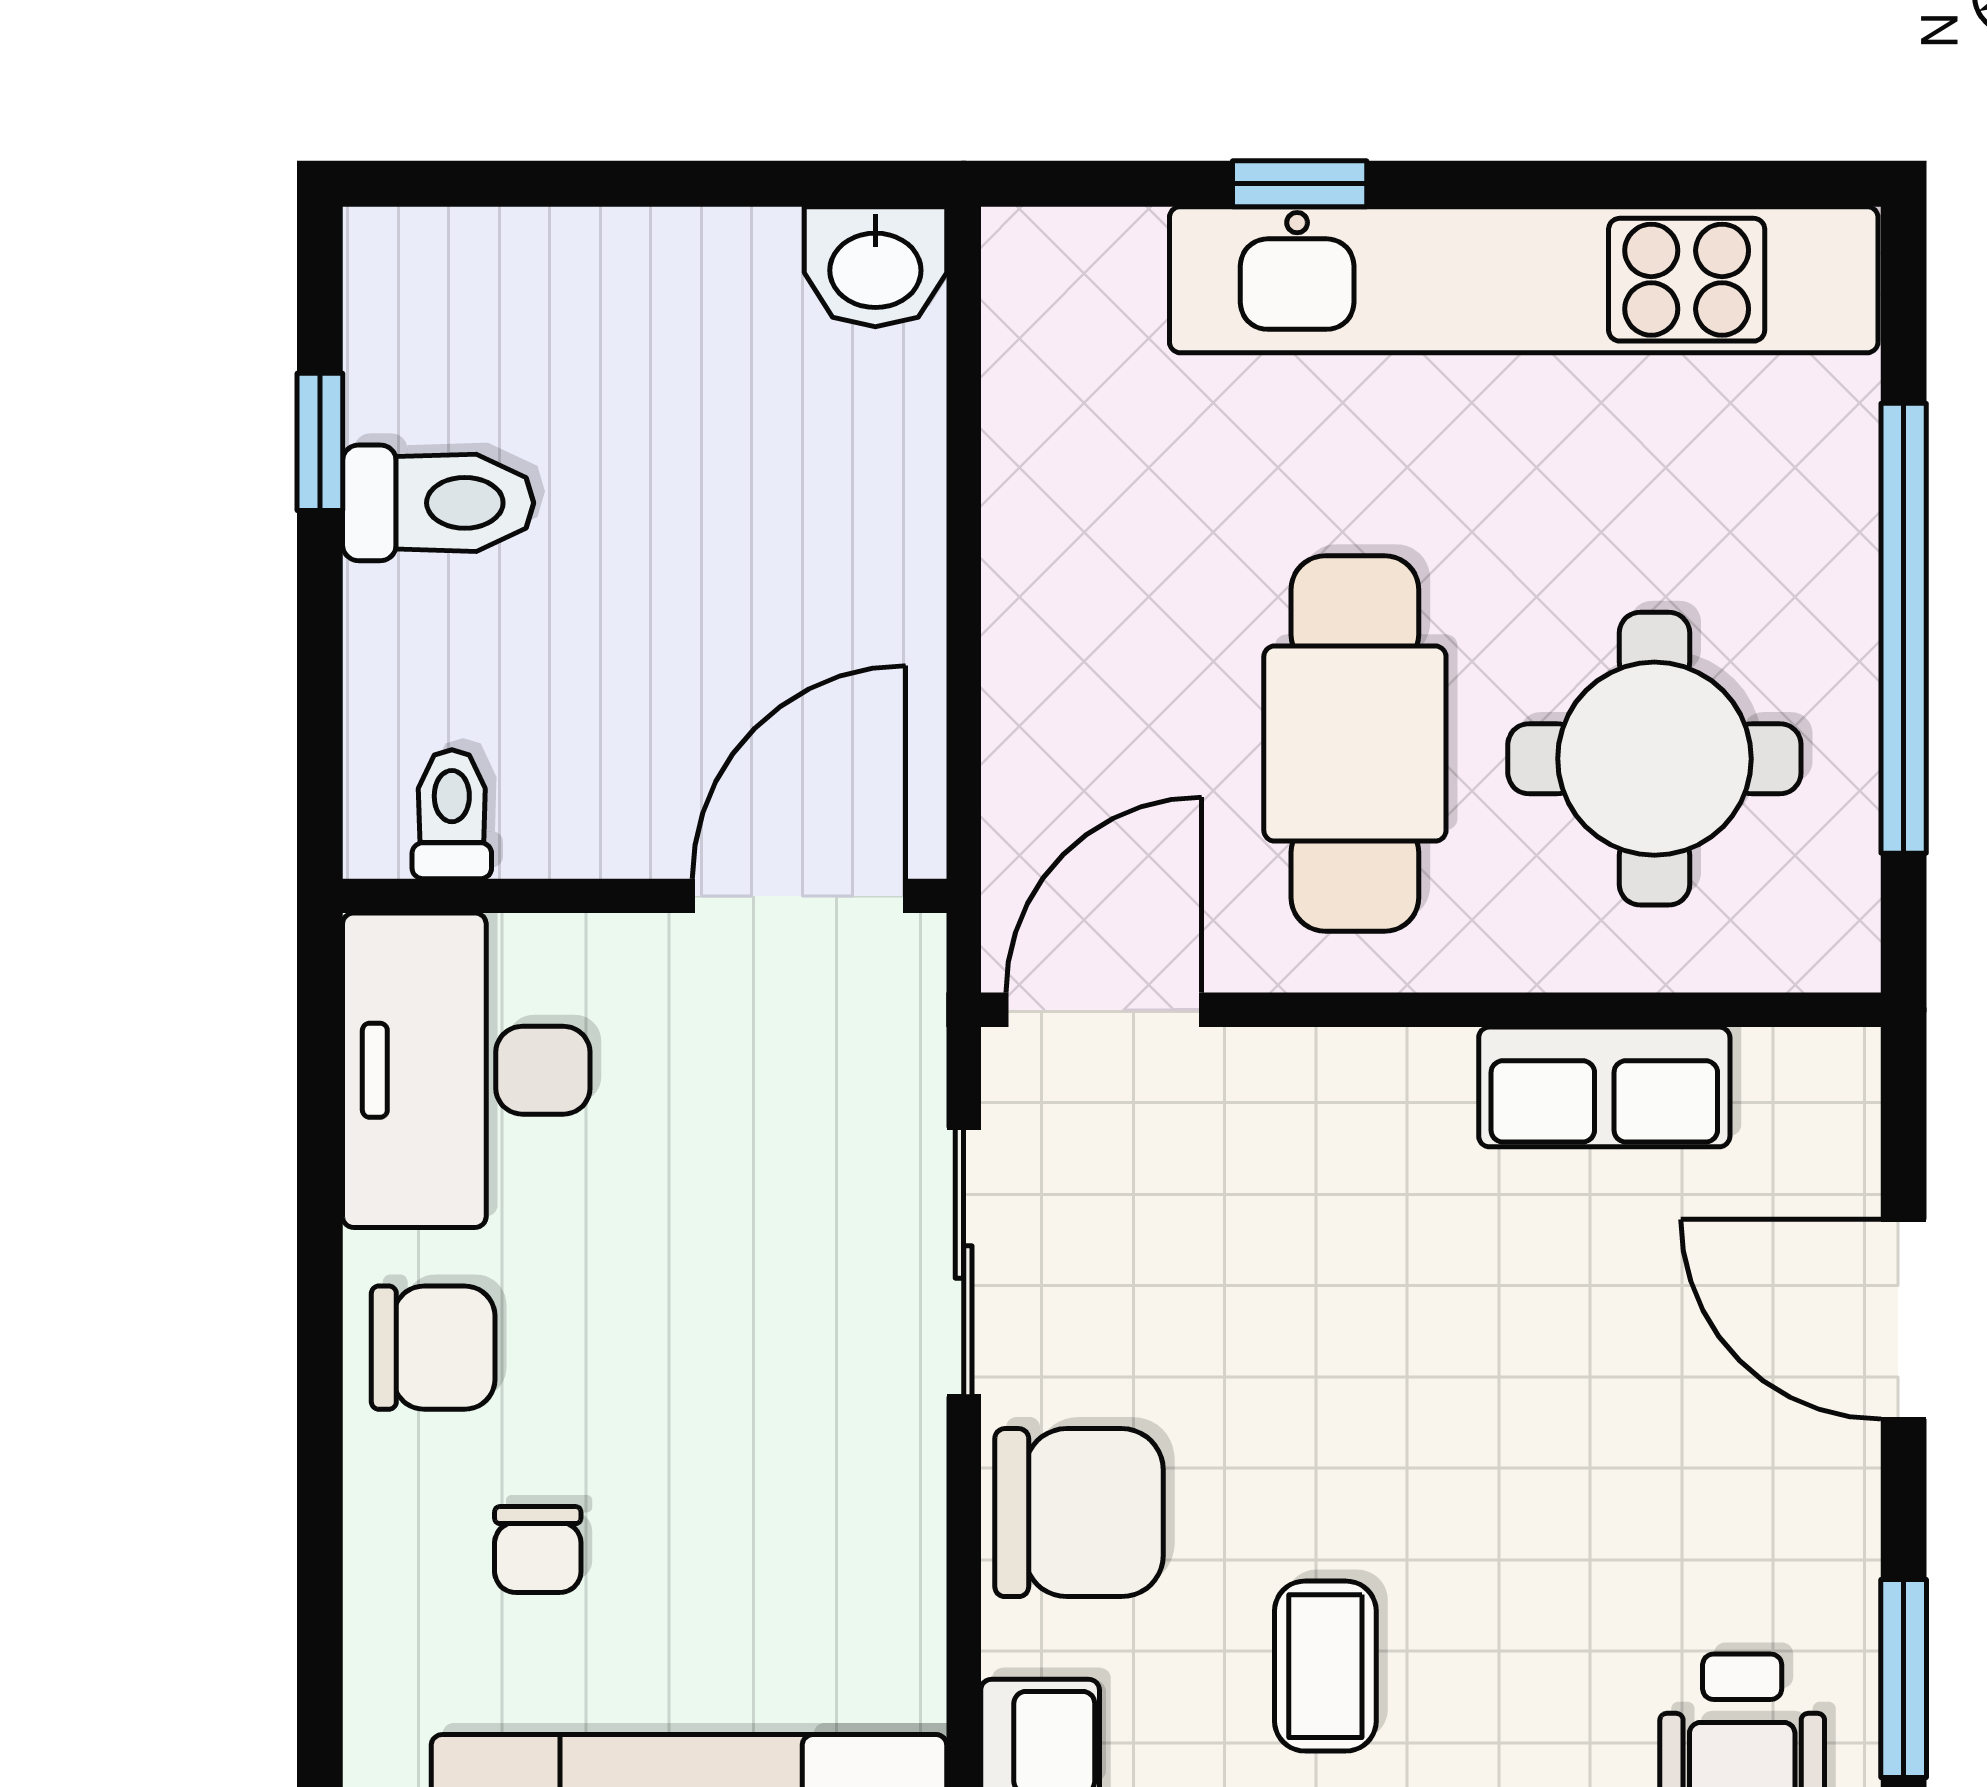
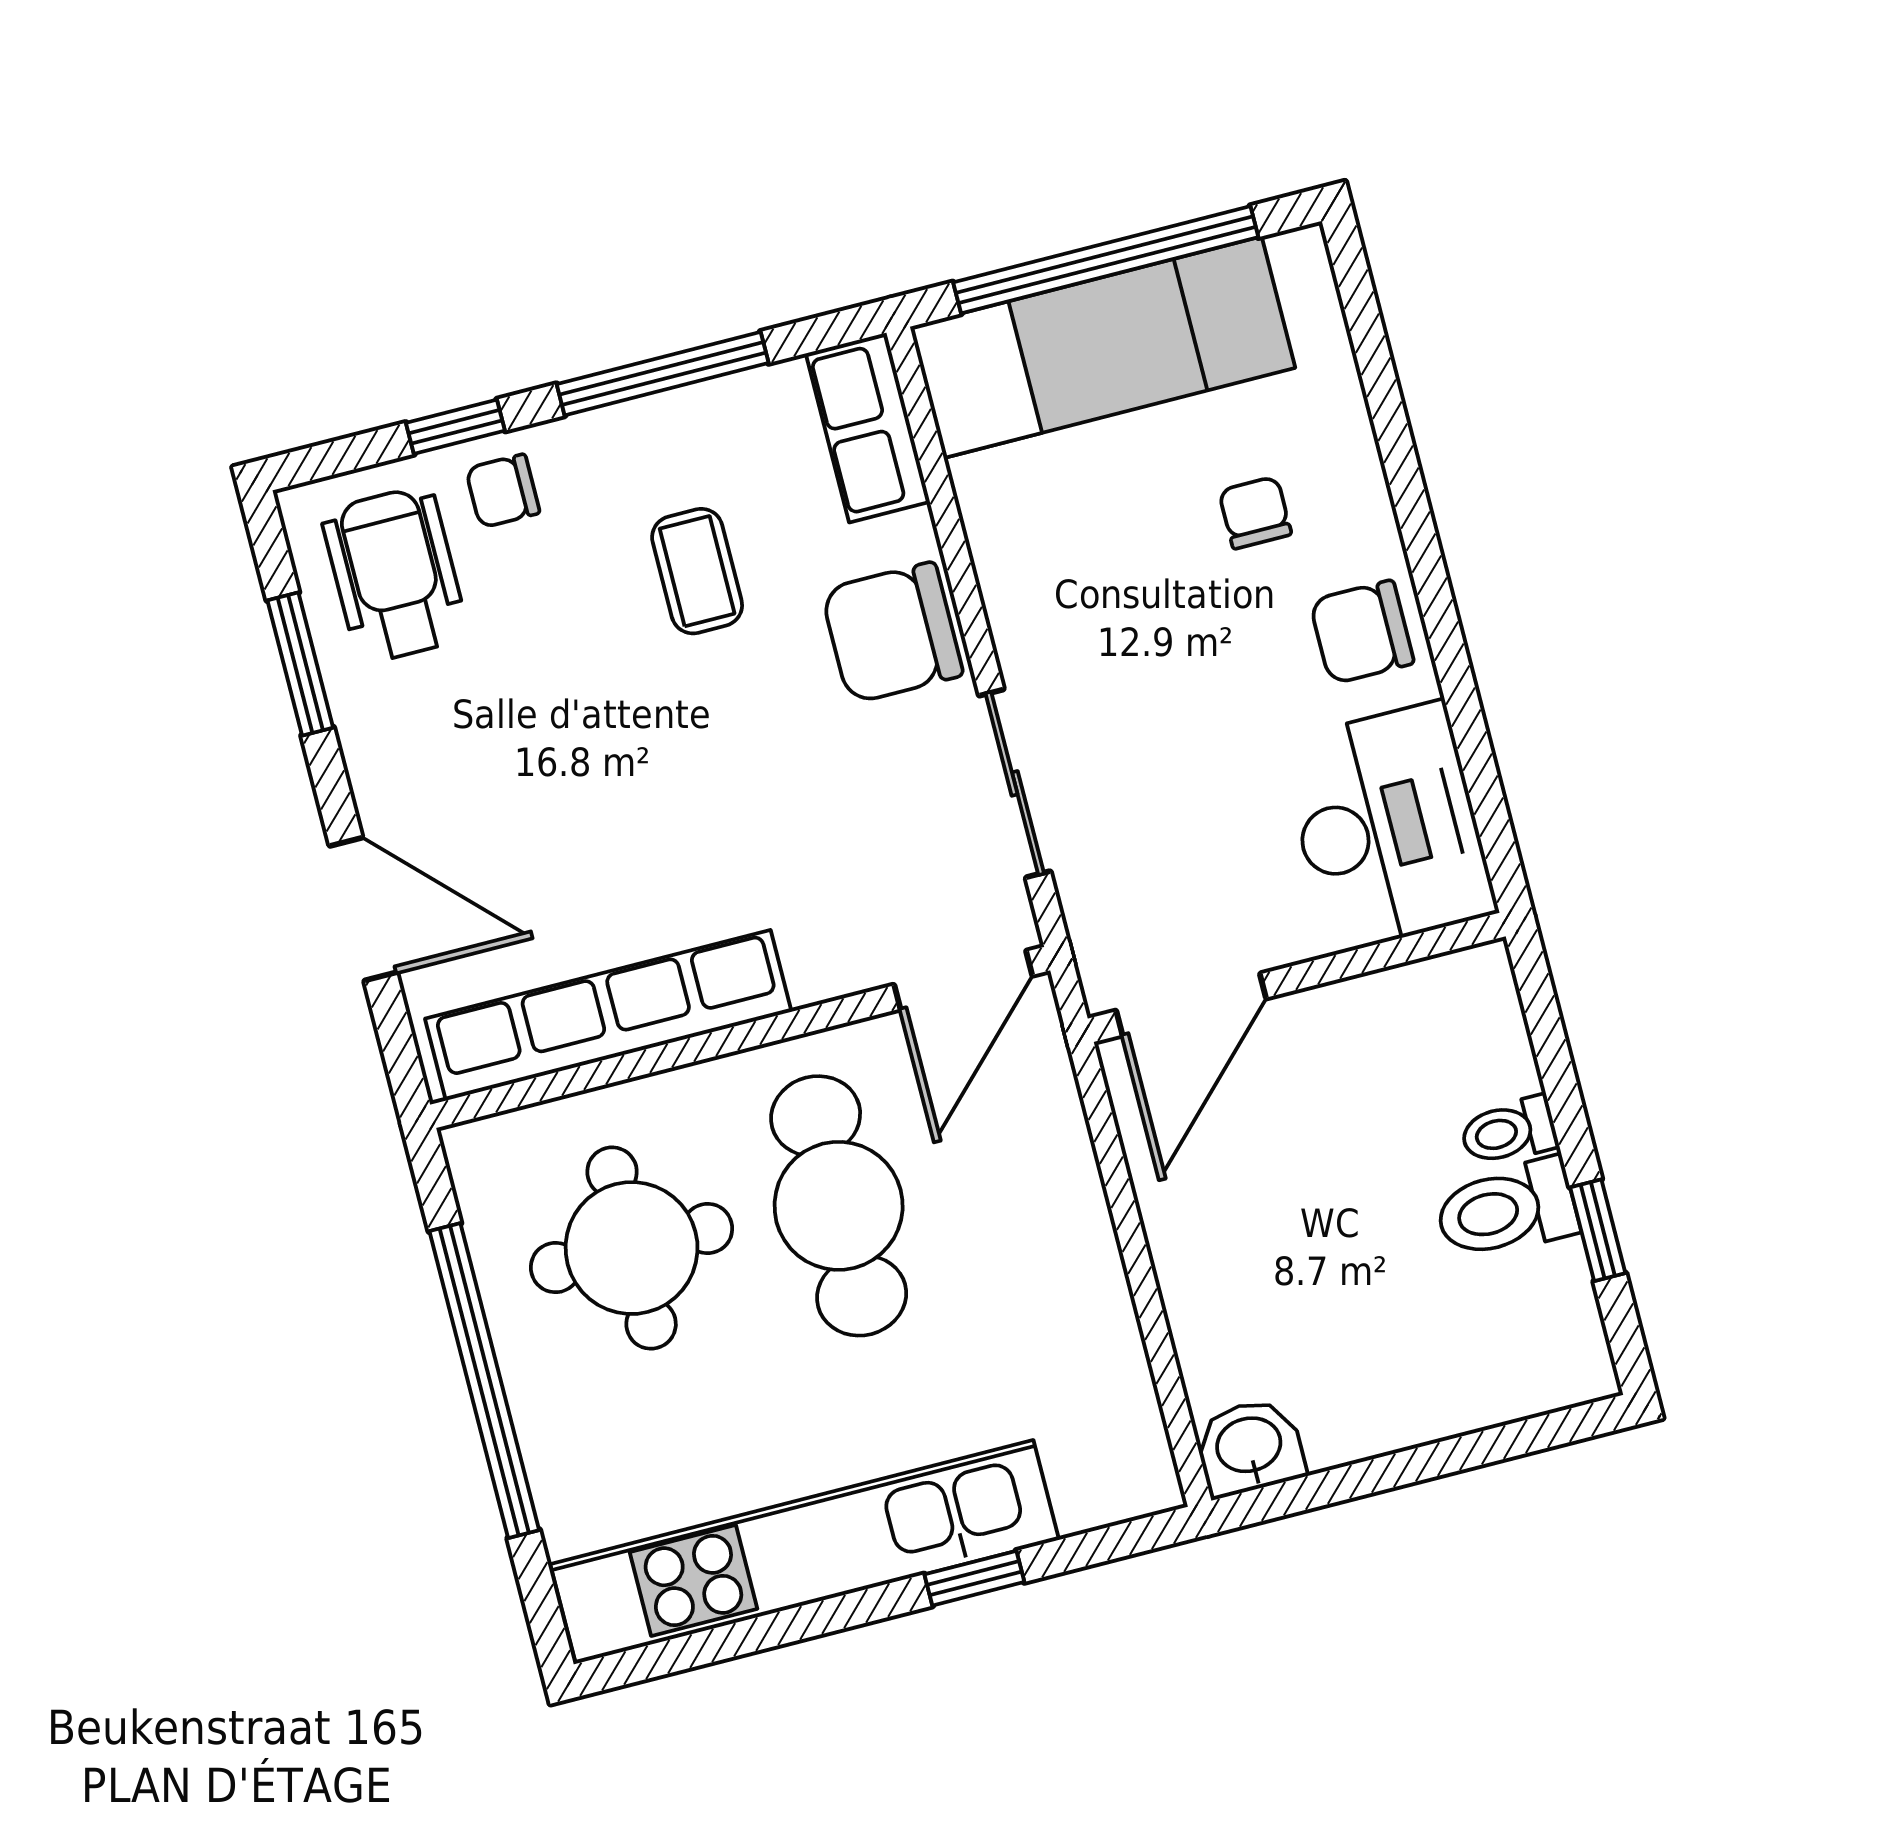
toilet: (452, 814) -> (1509, 1131), moved, turned 90
row of seats: (1604, 1087) -> (608, 1015), width x2.02

